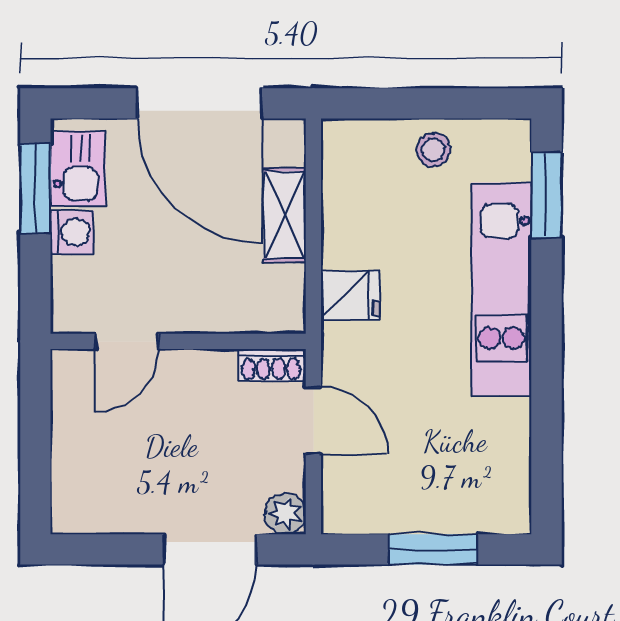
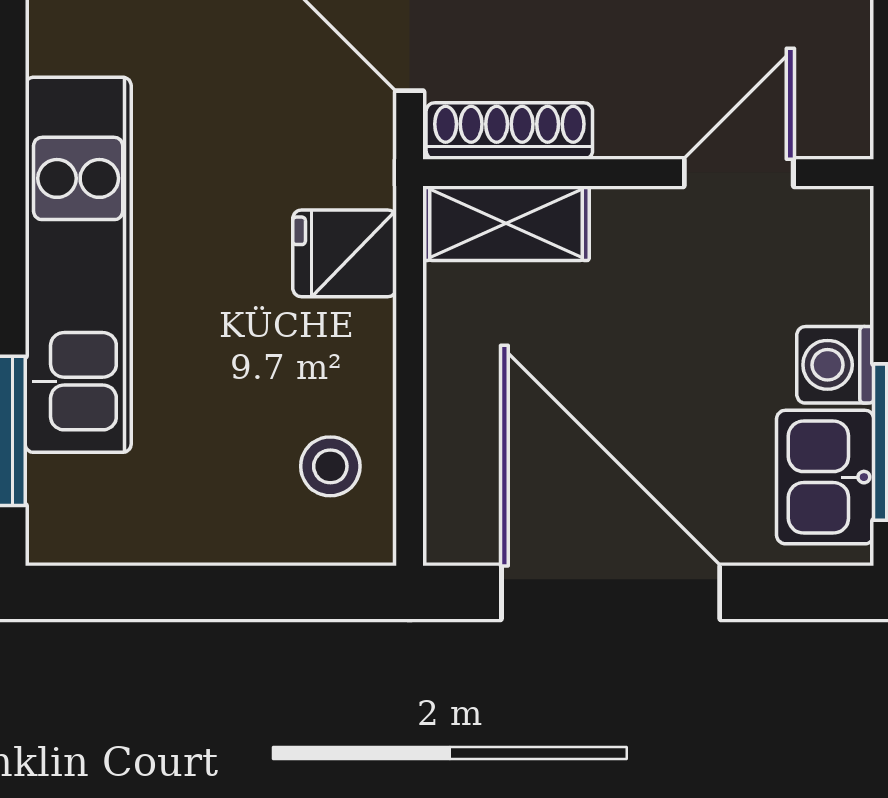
stool: (433, 150) -> (330, 466), moved
shelving: (285, 215) -> (506, 223), moved, turned 90
shoe rack: (271, 365) -> (509, 131), width x1.43

